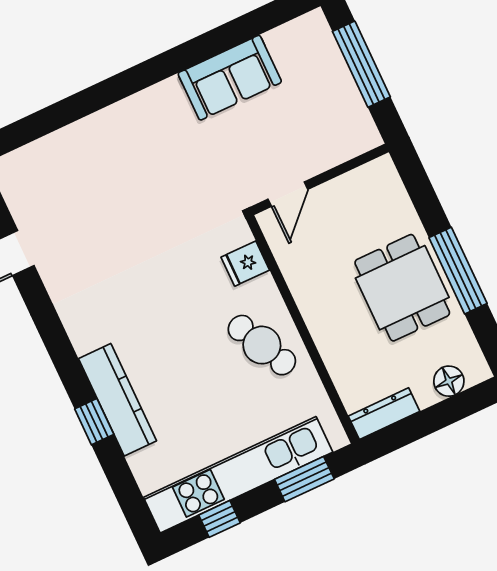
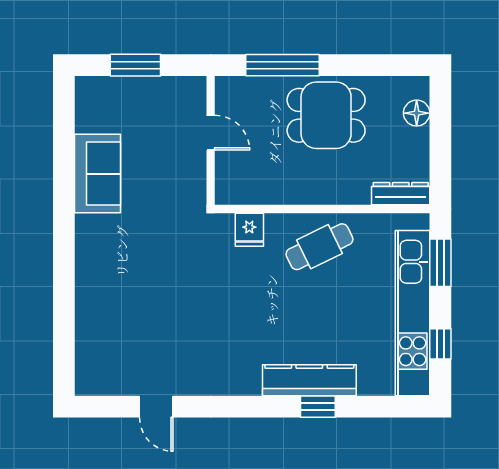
window: (361, 64) -> (135, 65), width x0.69
door: (288, 194) -> (211, 133), moved
window: (458, 271) -> (282, 65), moved
dresser: (384, 414) -> (401, 194), moved, turned 90

